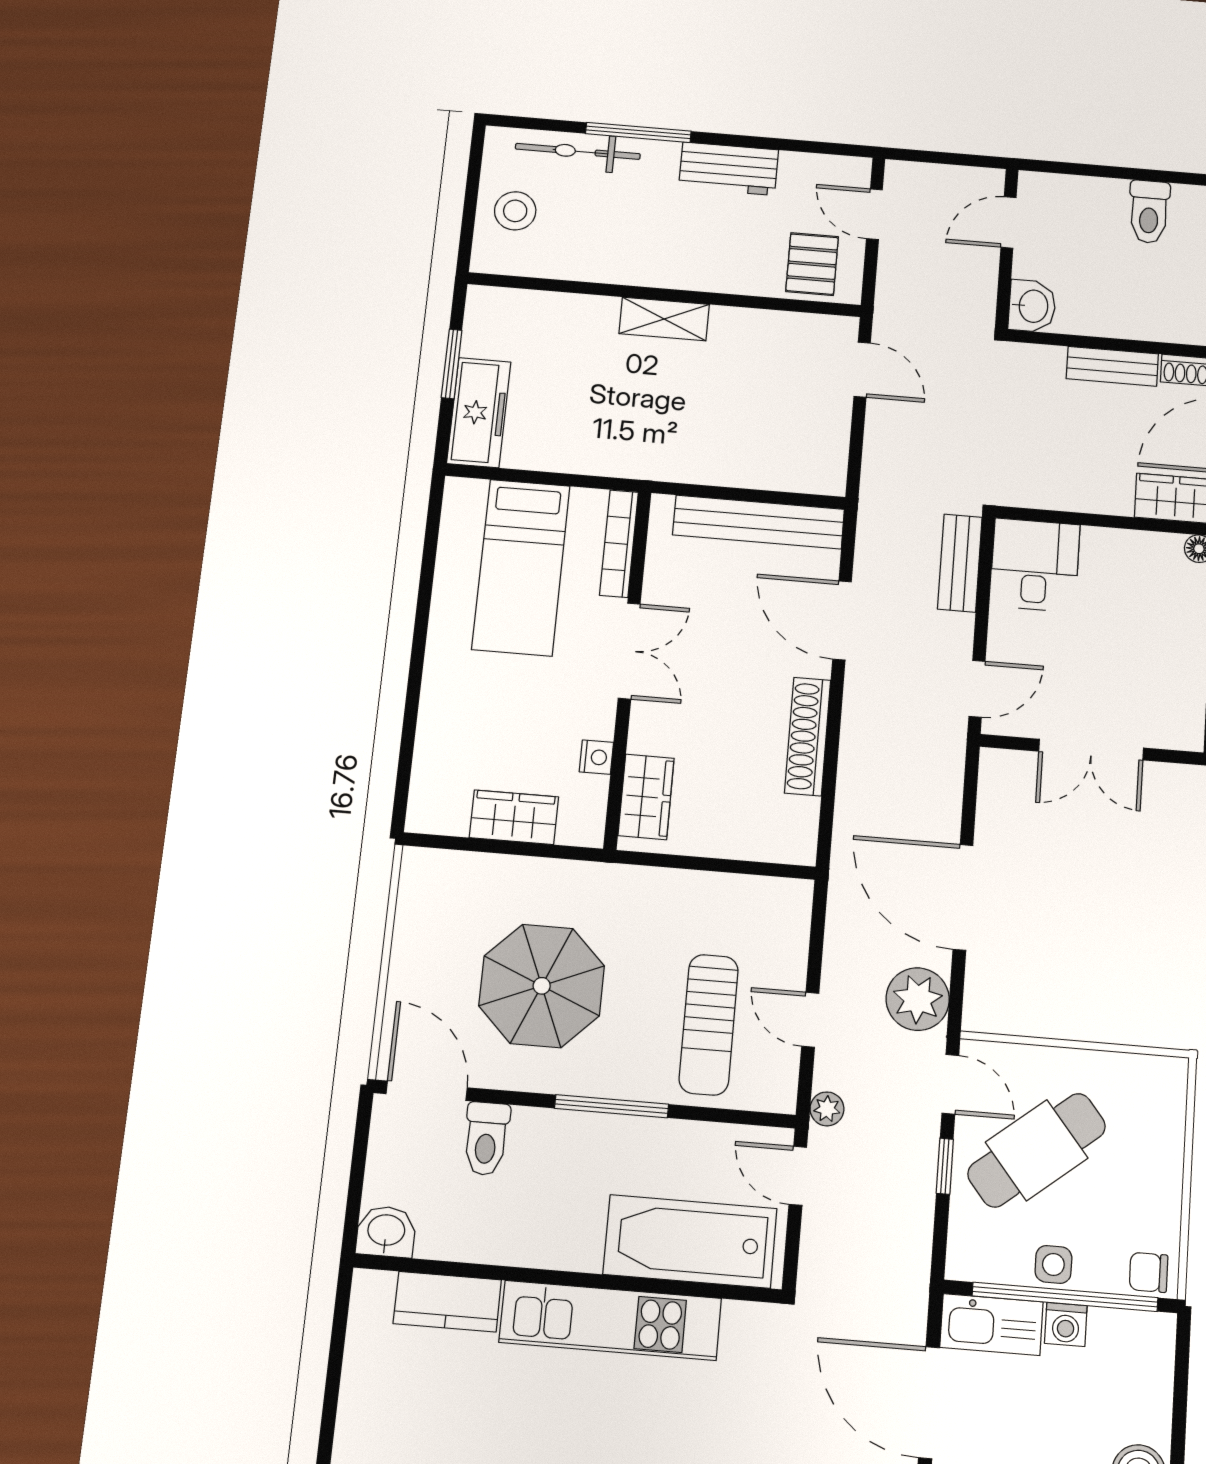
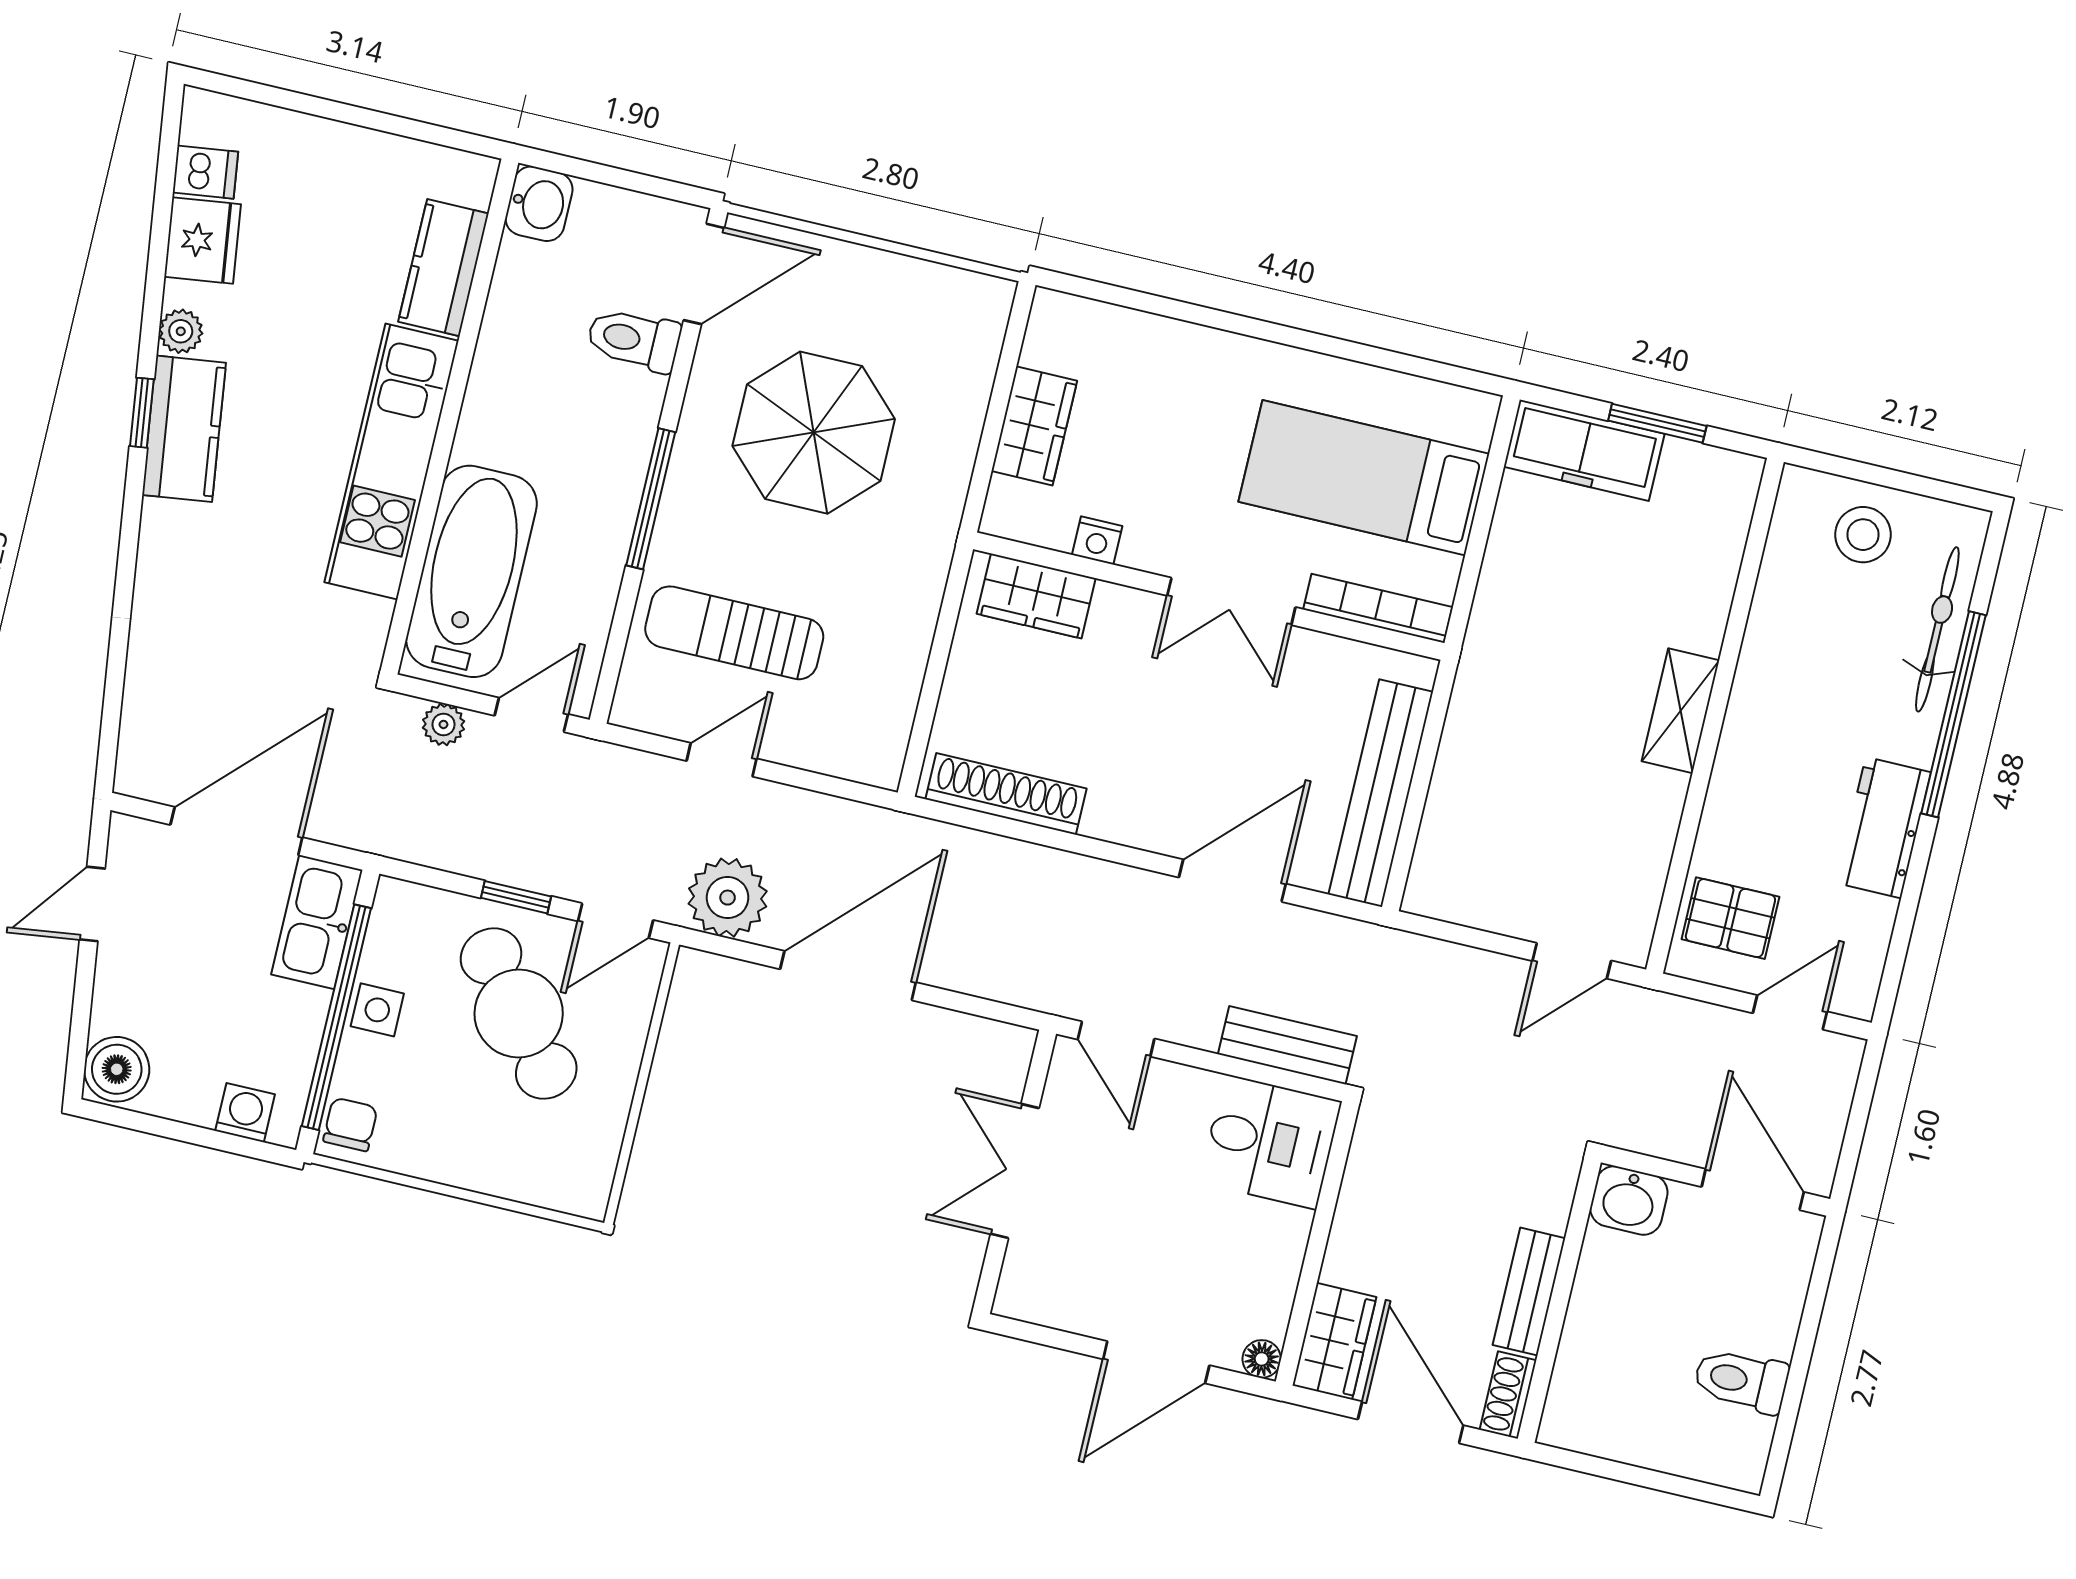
window: (638, 132) -> (1954, 714), width x1.46
door: (1009, 222) -> (1753, 1189), width x1.38
shoe rack: (808, 737) -> (1006, 794), moved
plant: (827, 1109) -> (443, 724), moved
washing machine: (1066, 1324) -> (245, 1113), moved, turned 90

